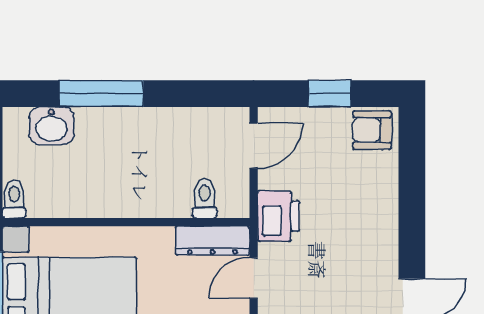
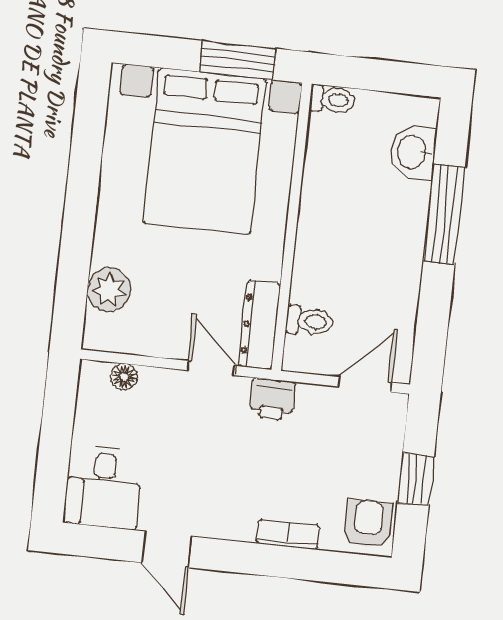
door: (254, 146) -> (365, 384), swing flipped
bookcase: (388, 197) -> (288, 534), added
printer: (278, 216) -> (272, 399), width x0.73, depth x0.81

